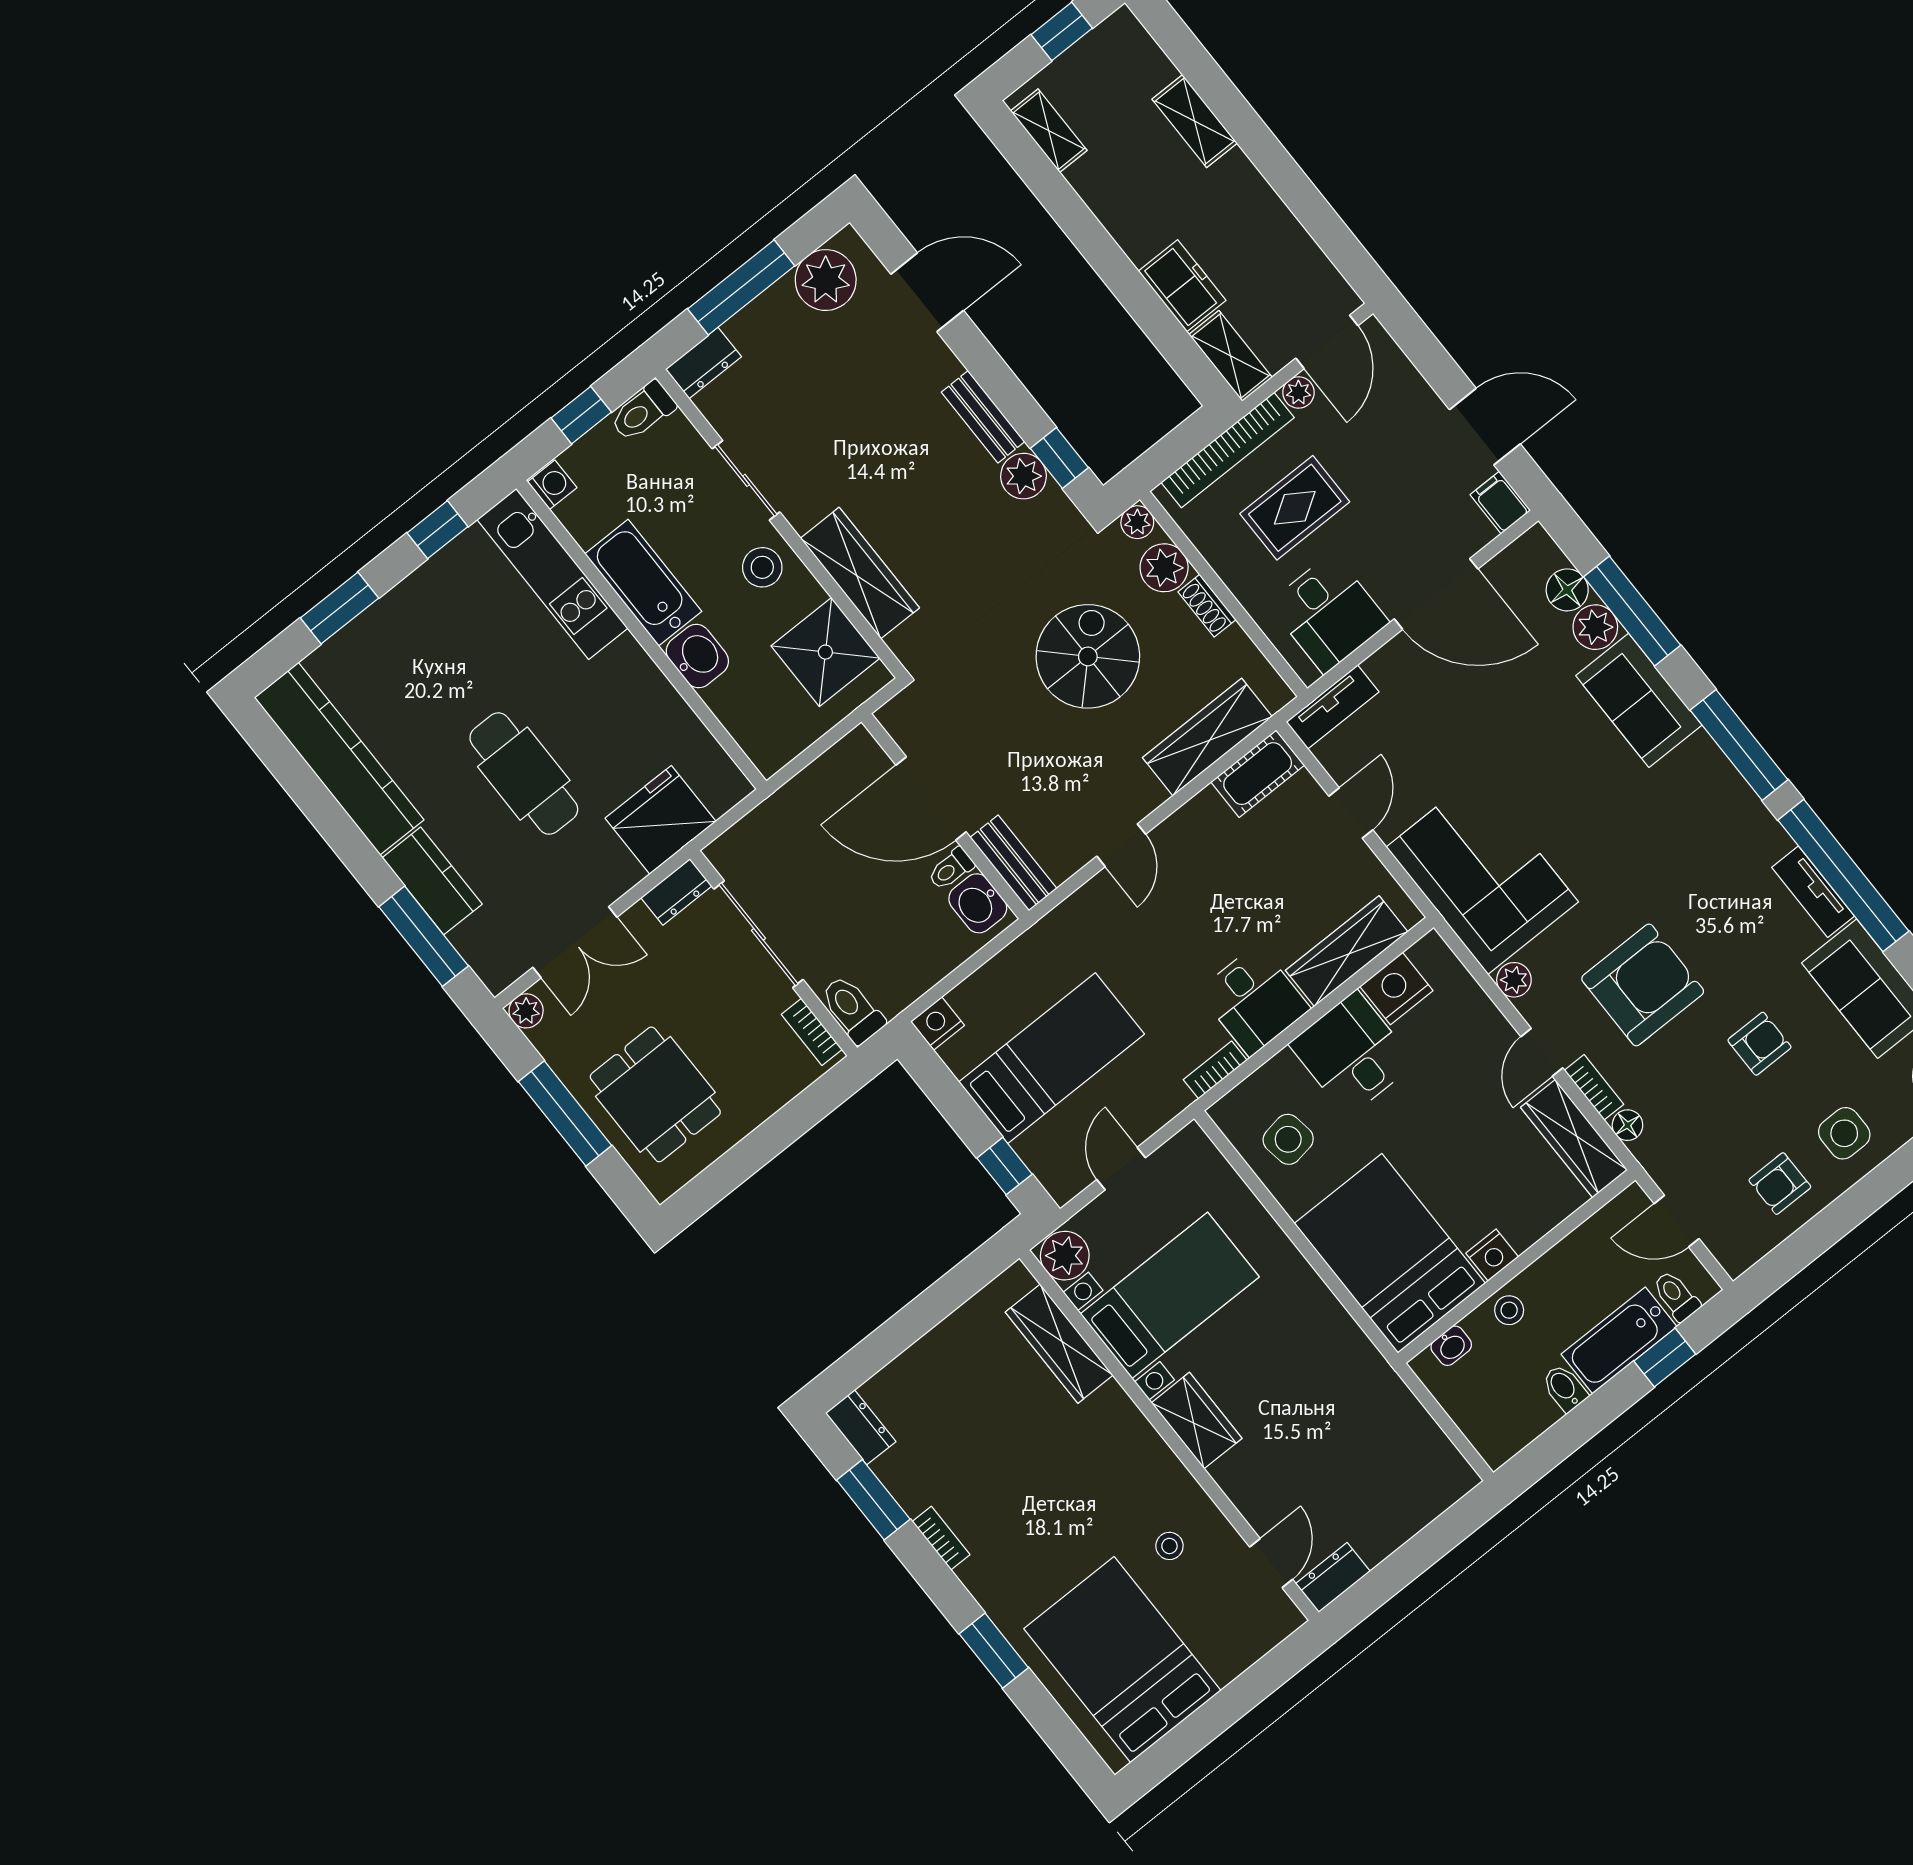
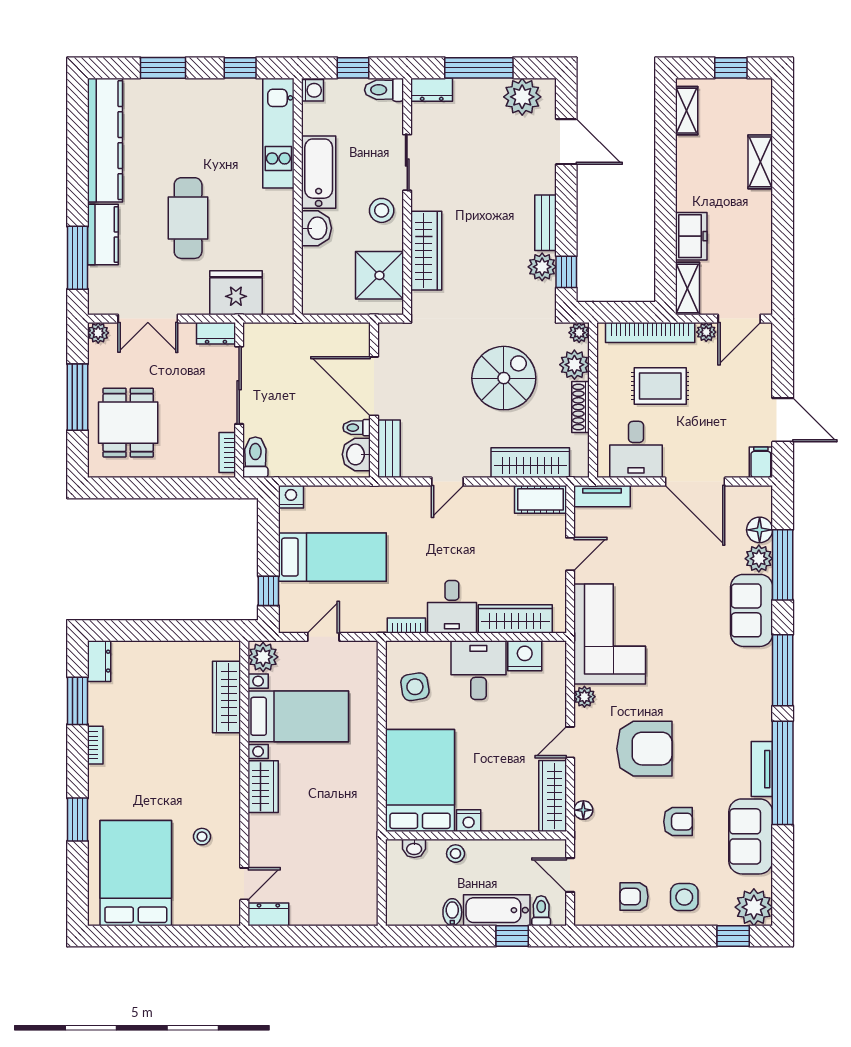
shoe rack: (1207, 606) -> (580, 407), width x1.43
bookcase: (1594, 1087) -> (582, 779), removed

